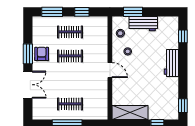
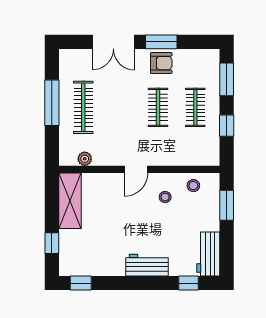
workbench: (143, 24) -> (208, 254), moved
plant: (103, 103) -> (85, 159), added
clothes rail: (70, 104) -> (83, 107), width x1.36

